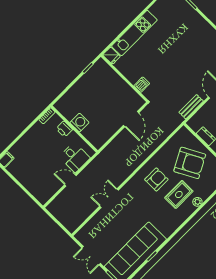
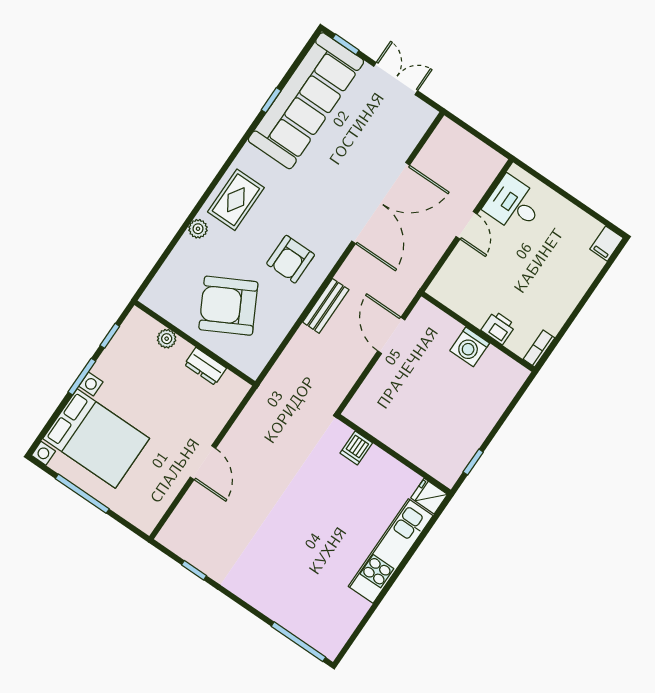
bench: (191, 107) -> (326, 306), moved
door: (131, 119) -> (391, 335), moved
desk: (75, 157) -> (514, 204), moved
door: (70, 180) -> (467, 225), hinge flipped
rug: (179, 194) -> (236, 200), moved
double door: (109, 198) -> (381, 203), width x1.87

